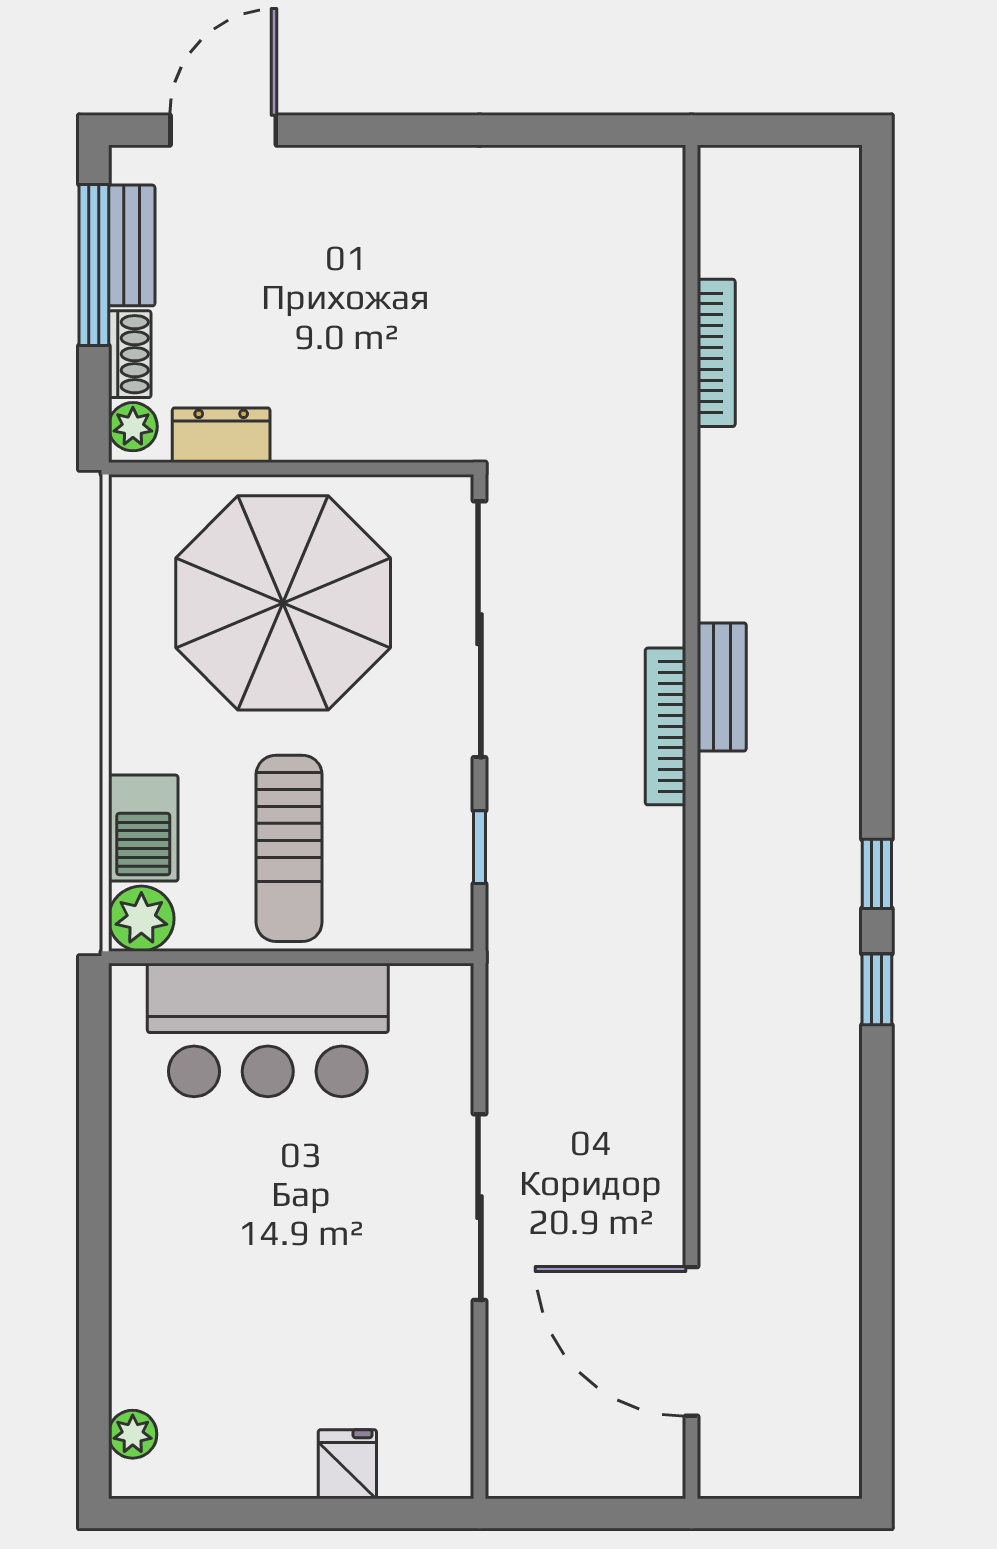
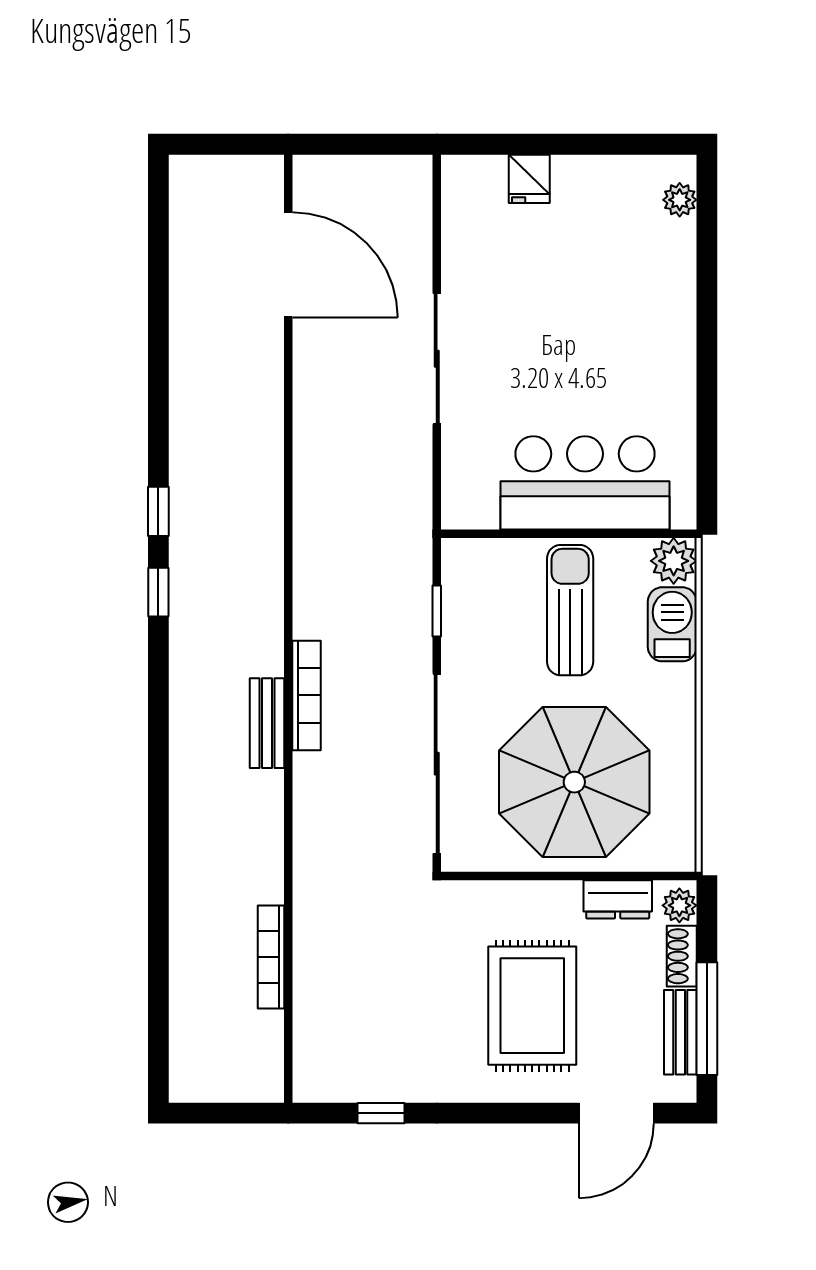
window: (559, 130) -> (381, 1113), added
rug: (343, 284) -> (532, 1006), added

